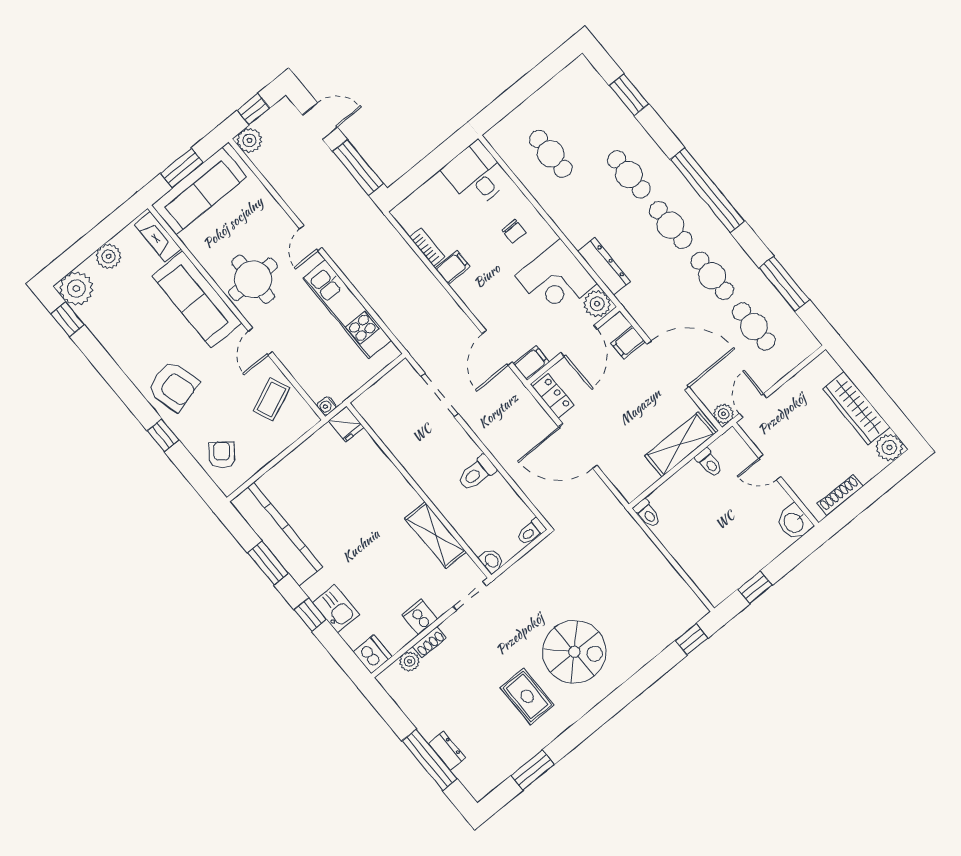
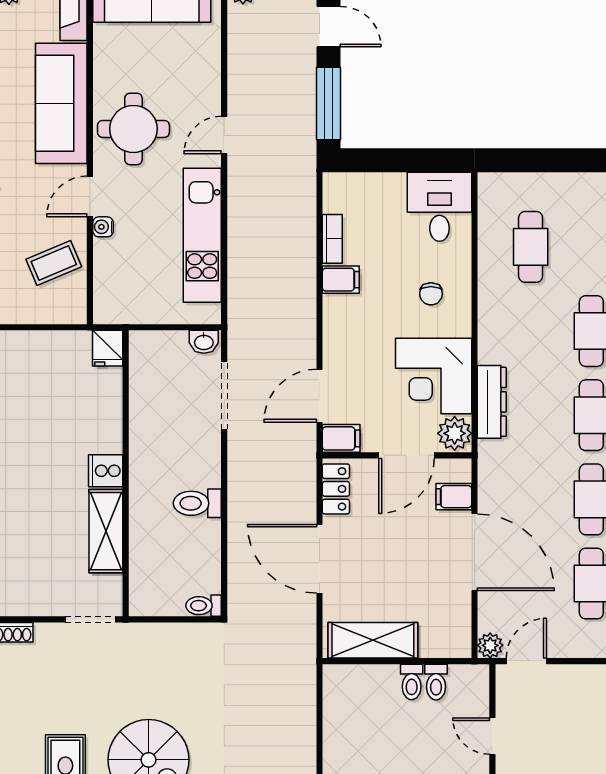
water cooler: (326, 406) -> (103, 227), moved
shelving: (680, 444) -> (373, 640), moved
toilet: (647, 513) -> (412, 682), moved
washbasin: (491, 561) -> (204, 342), moved, turned 90
cooker: (420, 617) -> (106, 471), moved, turned -90

